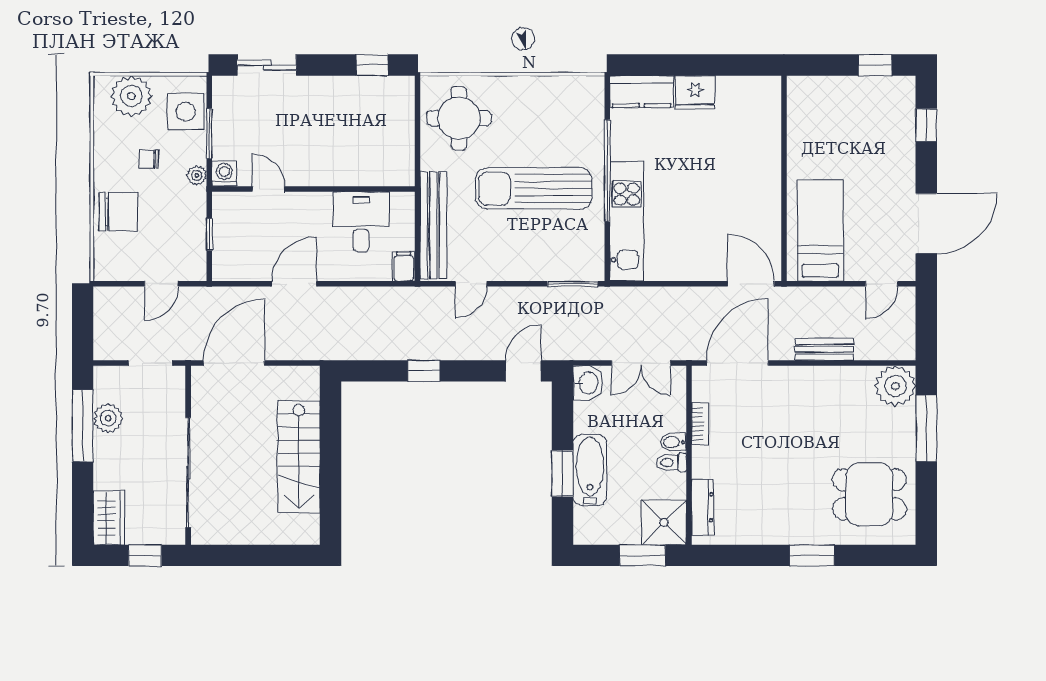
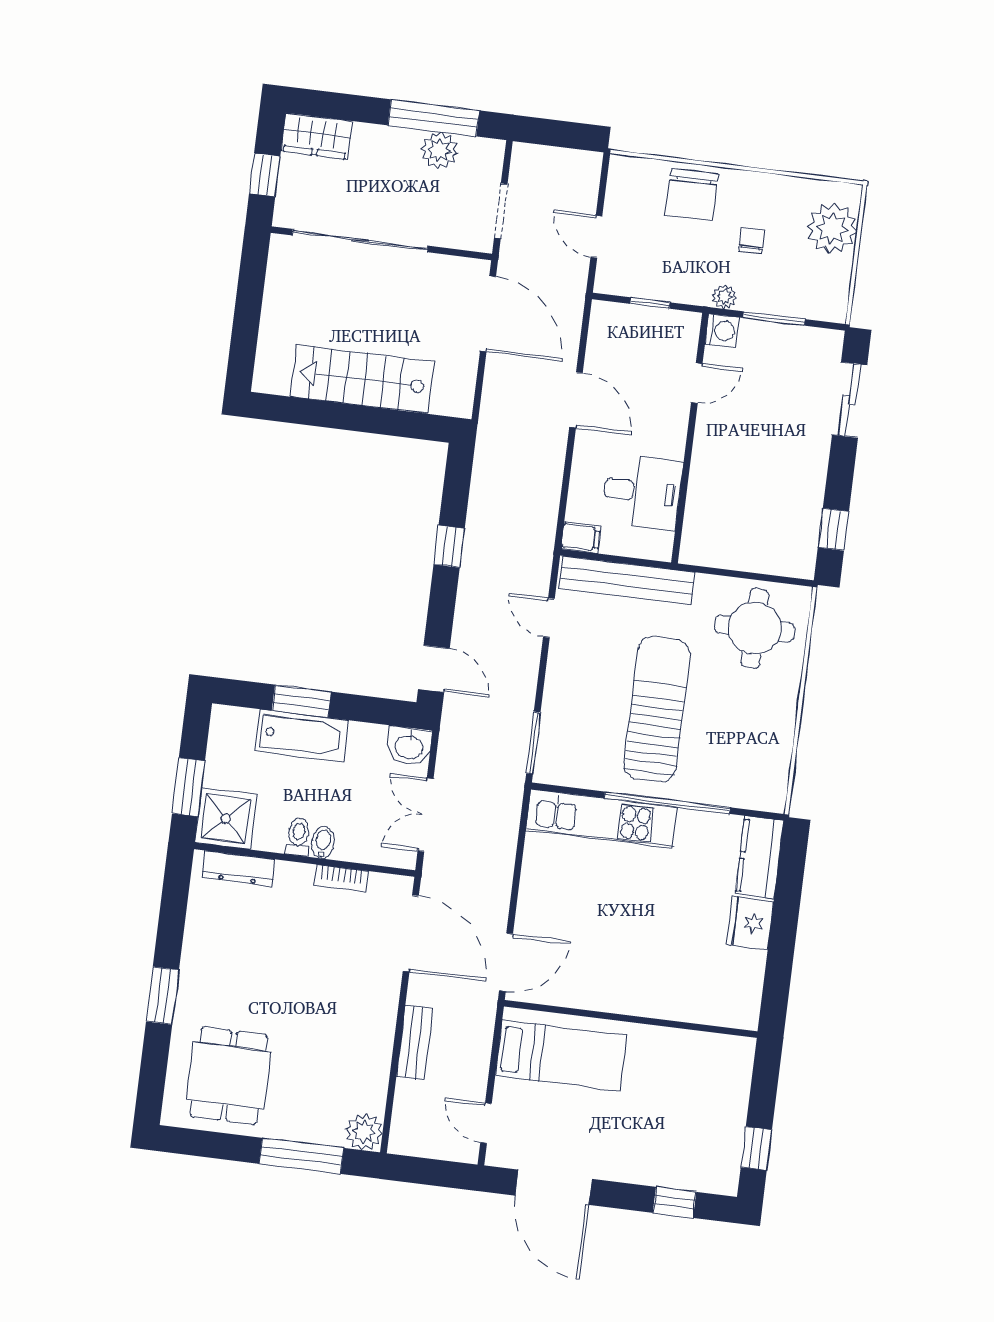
side table: (186, 112) -> (805, 293), removed
plant: (895, 386) -> (364, 1132), width x0.73, depth x0.73

